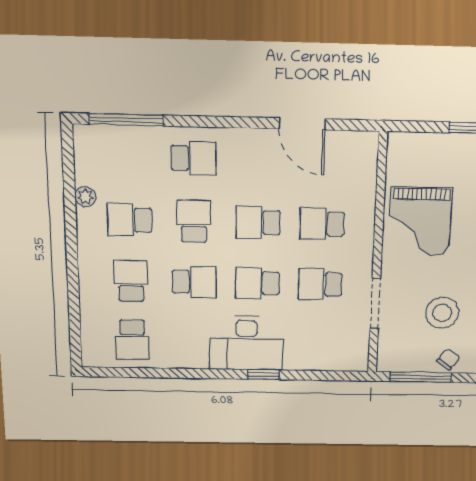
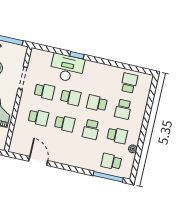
school desk: (194, 158) -> (111, 162), moved
desk: (246, 343) -> (67, 68), moved

